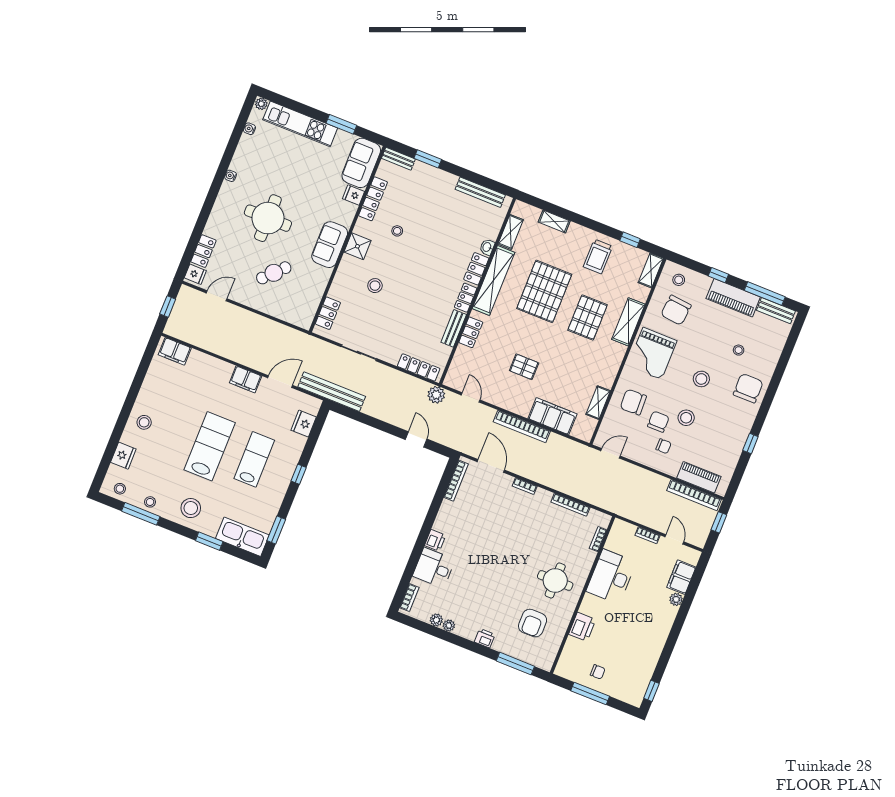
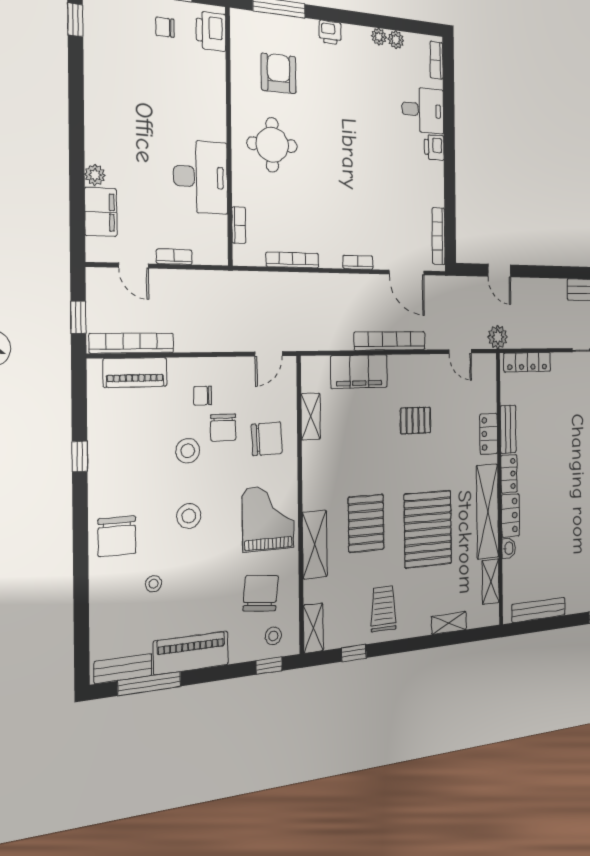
window: (718, 275) -> (269, 666), moved
printer: (582, 627) -> (211, 31), moved

